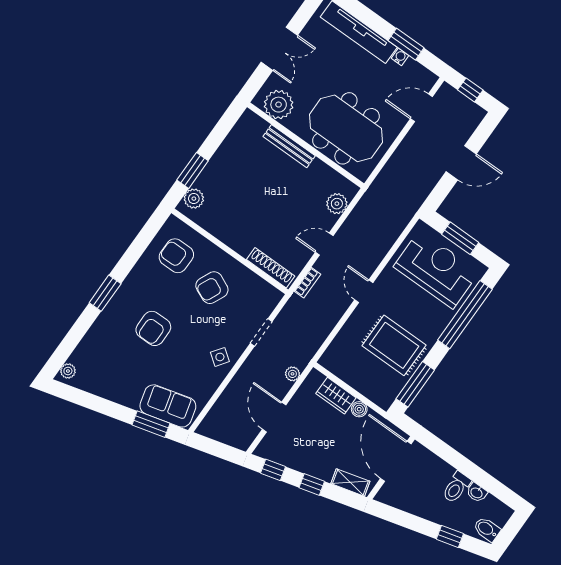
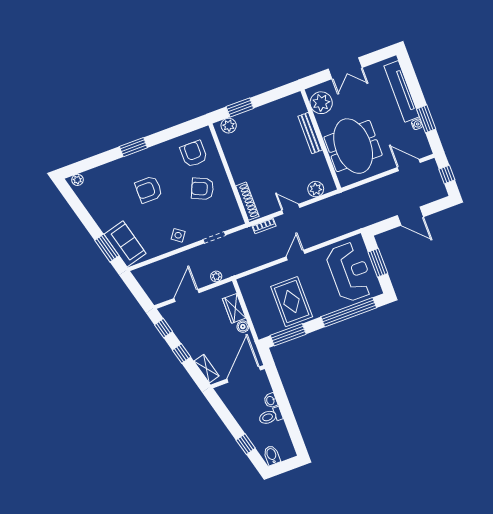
washbasin: (477, 493) -> (271, 400), moved

